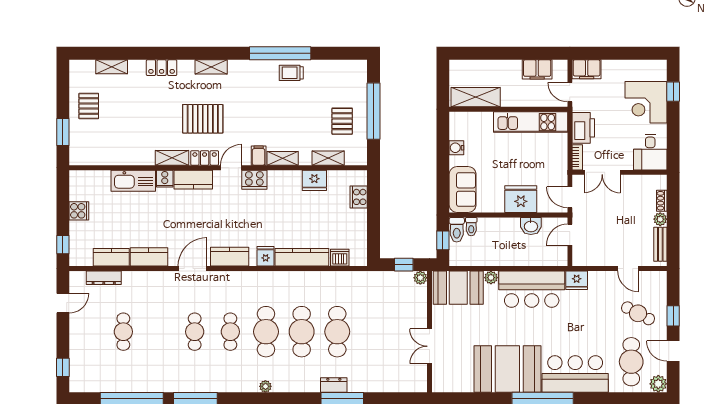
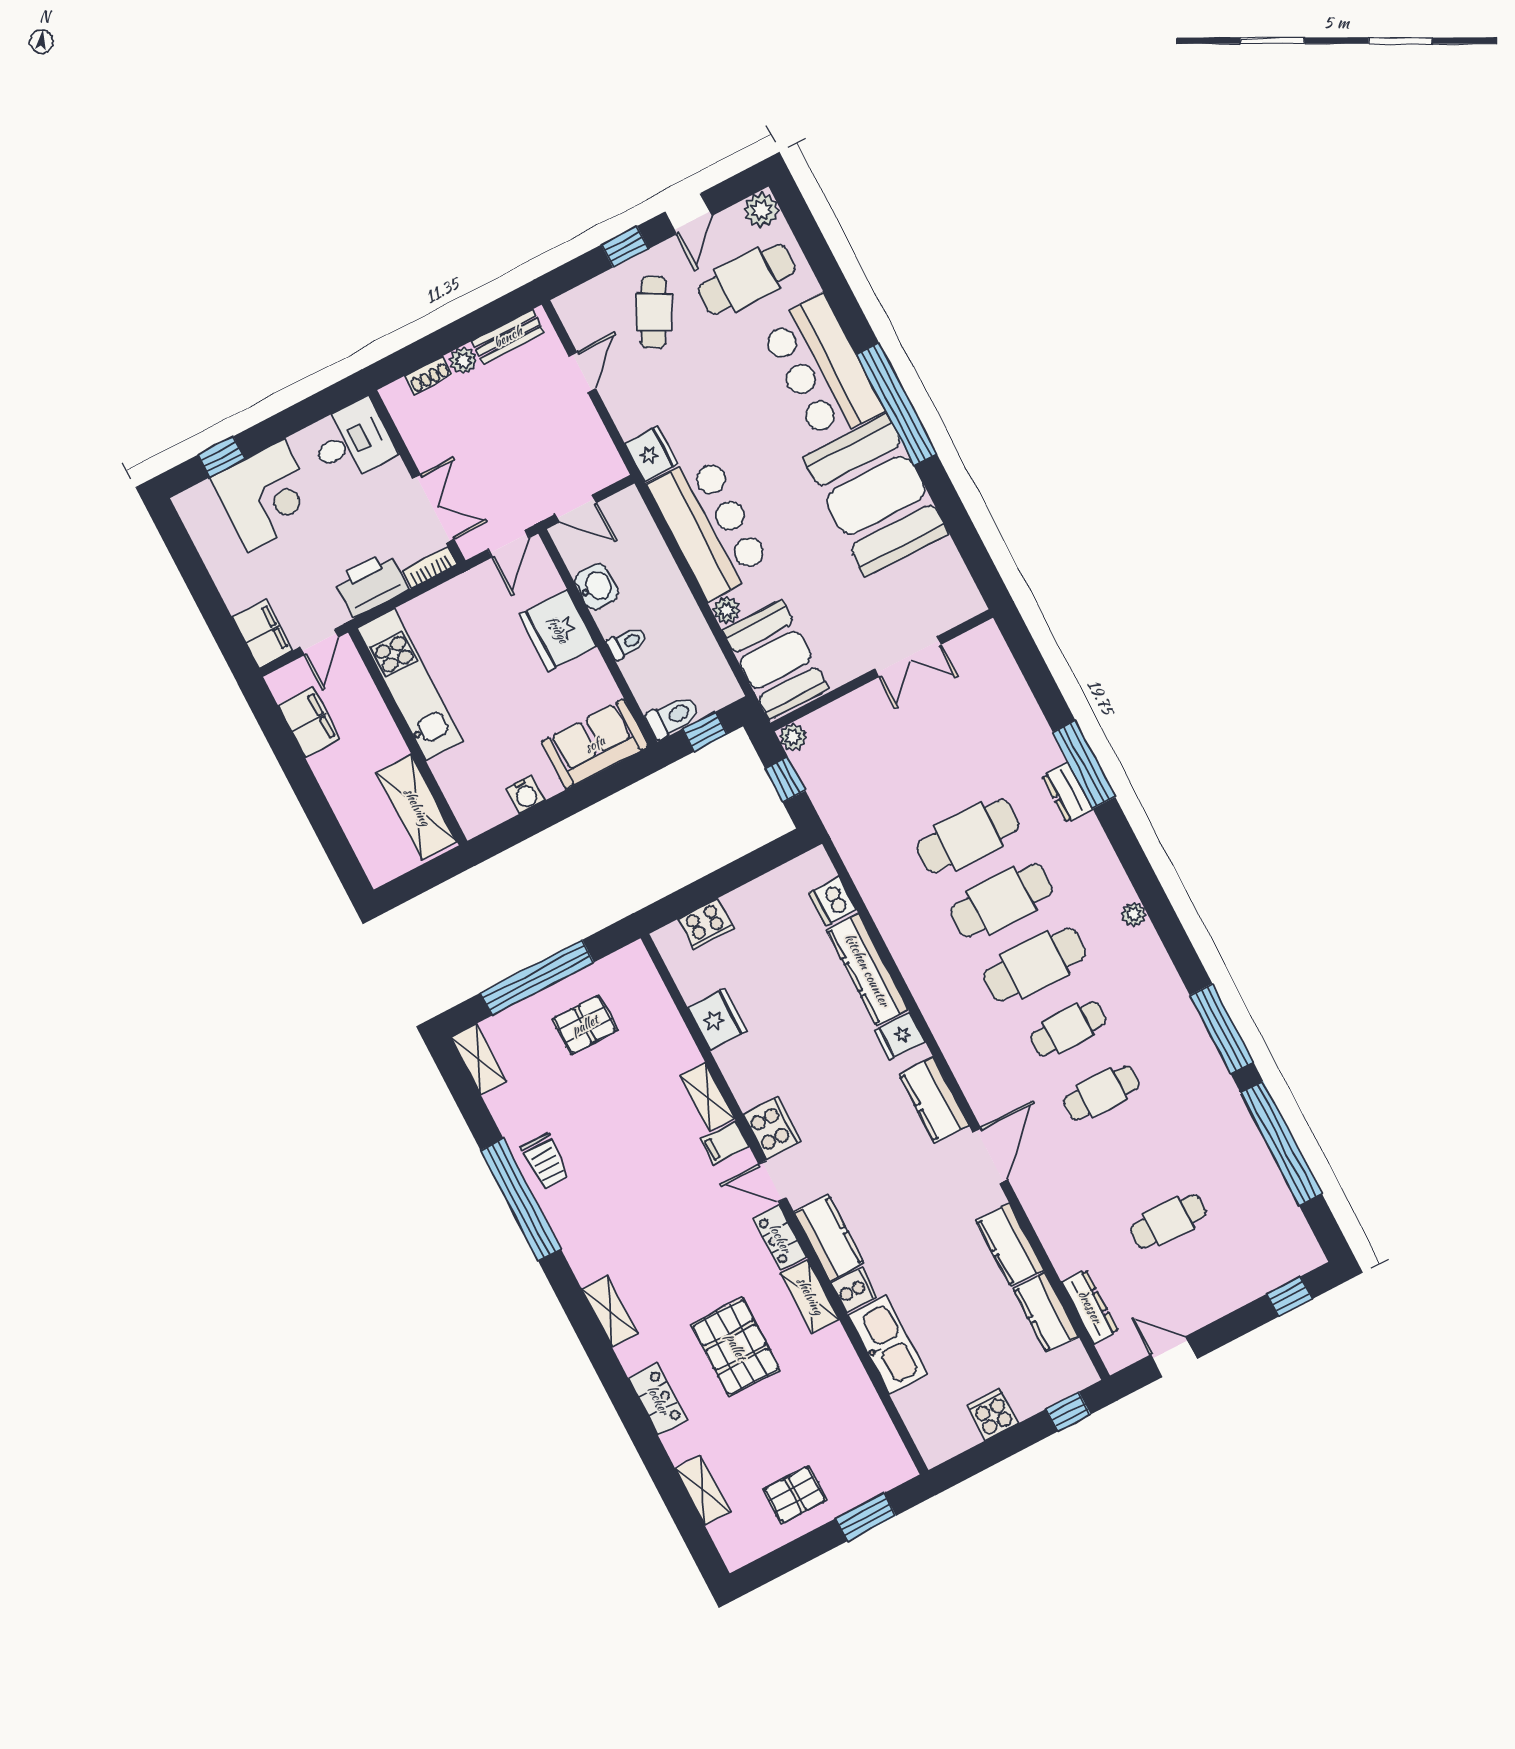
pallet: (203, 119) -> (736, 1347), moved
shelving: (328, 158) -> (478, 1059), moved
toilet: (471, 227) -> (627, 643), moved
door: (193, 269) -> (990, 1156), swing flipped

